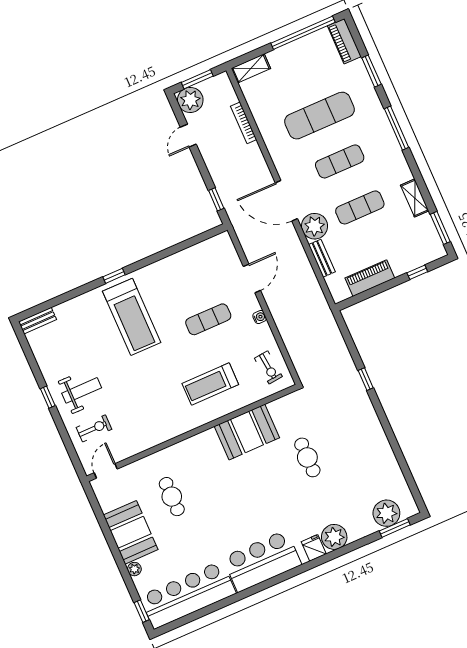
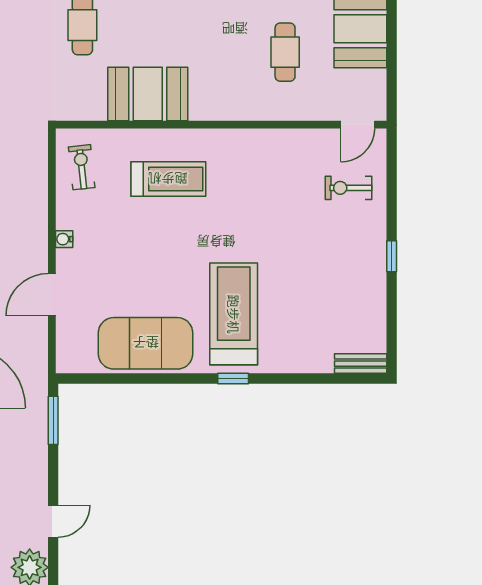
window: (216, 199) -> (53, 420), width x1.50
exercise mat: (208, 319) -> (146, 343), moved, width x2.00, depth x1.45
weight bench: (82, 390) -> (343, 245), removed

